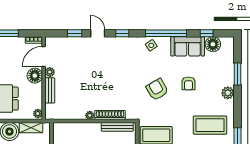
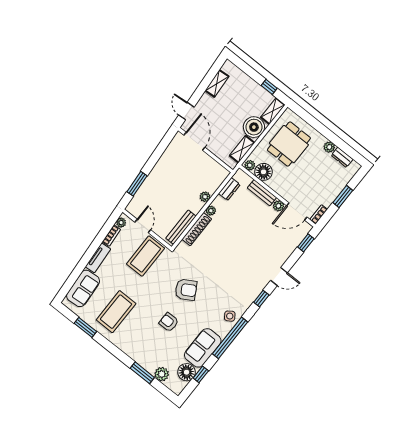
window: (75, 33) -> (306, 243), moved
door: (44, 57) -> (297, 211), swing flipped
floor lamp: (35, 76) -> (264, 172), moved
plant: (228, 93) -> (162, 374), moved
dresser: (65, 115) -> (229, 189), added
plant: (83, 127) -> (205, 197), added

